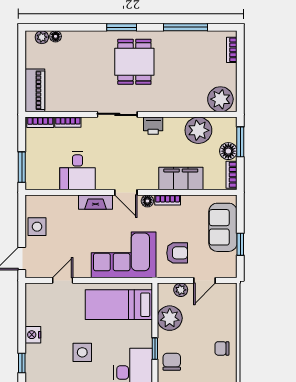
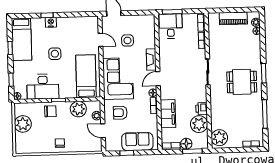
piano: (35, 90) -> (233, 18), moved
printer: (153, 126) -> (202, 109), moved
desk: (78, 171) -> (171, 26), moved, turned 90
side table: (37, 227) -> (127, 40), moved
armchair: (177, 253) -> (120, 113), turned 90
nightstand: (33, 335) -> (51, 22), moved

